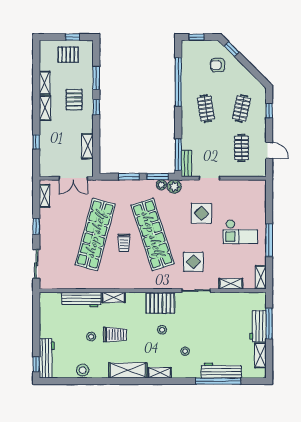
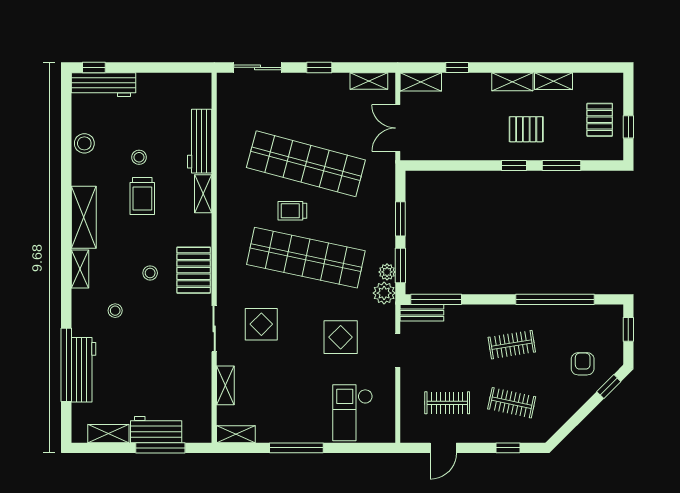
shelving: (87, 146) -> (421, 82), moved
checkout: (240, 232) -> (353, 413), moved
shop shelf: (153, 234) -> (306, 258), turned 30

